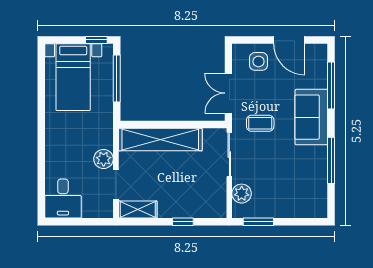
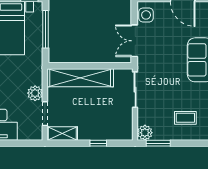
side table: (259, 61) -> (146, 15), moved
coffee table: (260, 123) -> (185, 118), moved
plant: (242, 194) -> (145, 133), moved

